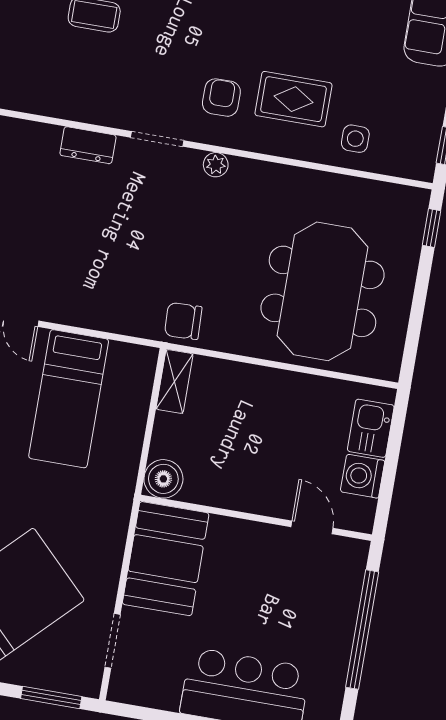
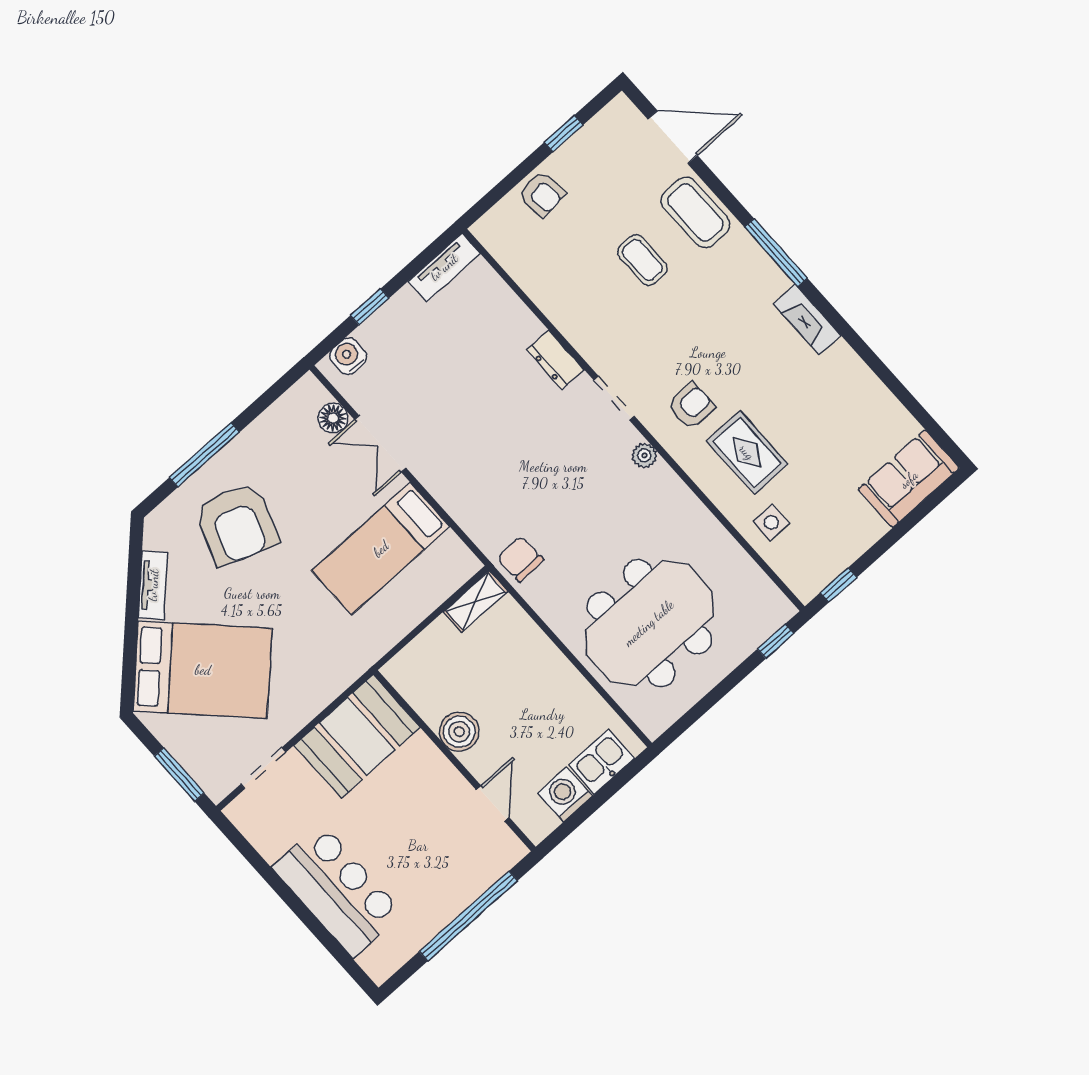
boiler: (163, 479) -> (459, 732), moved

